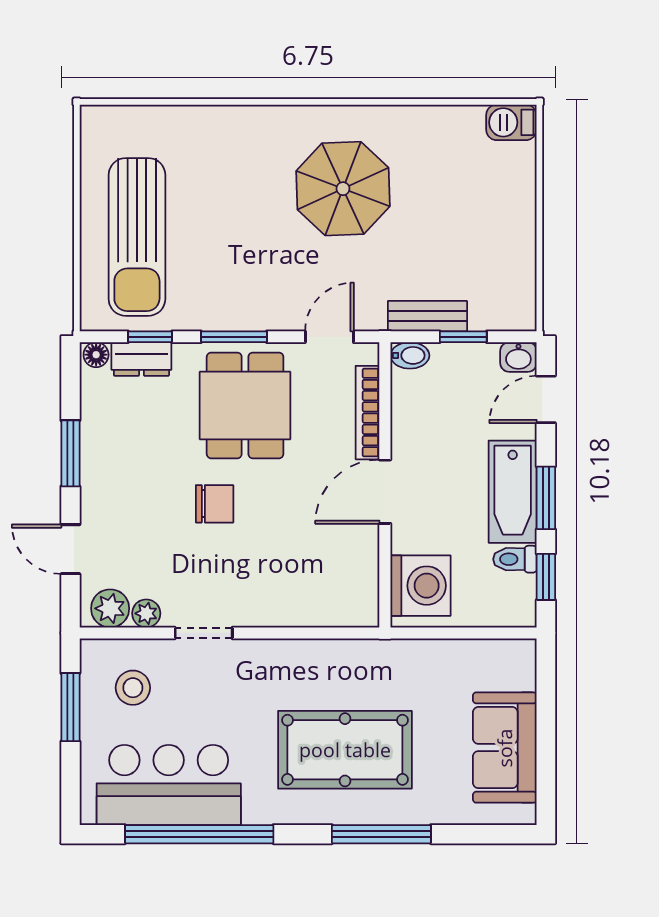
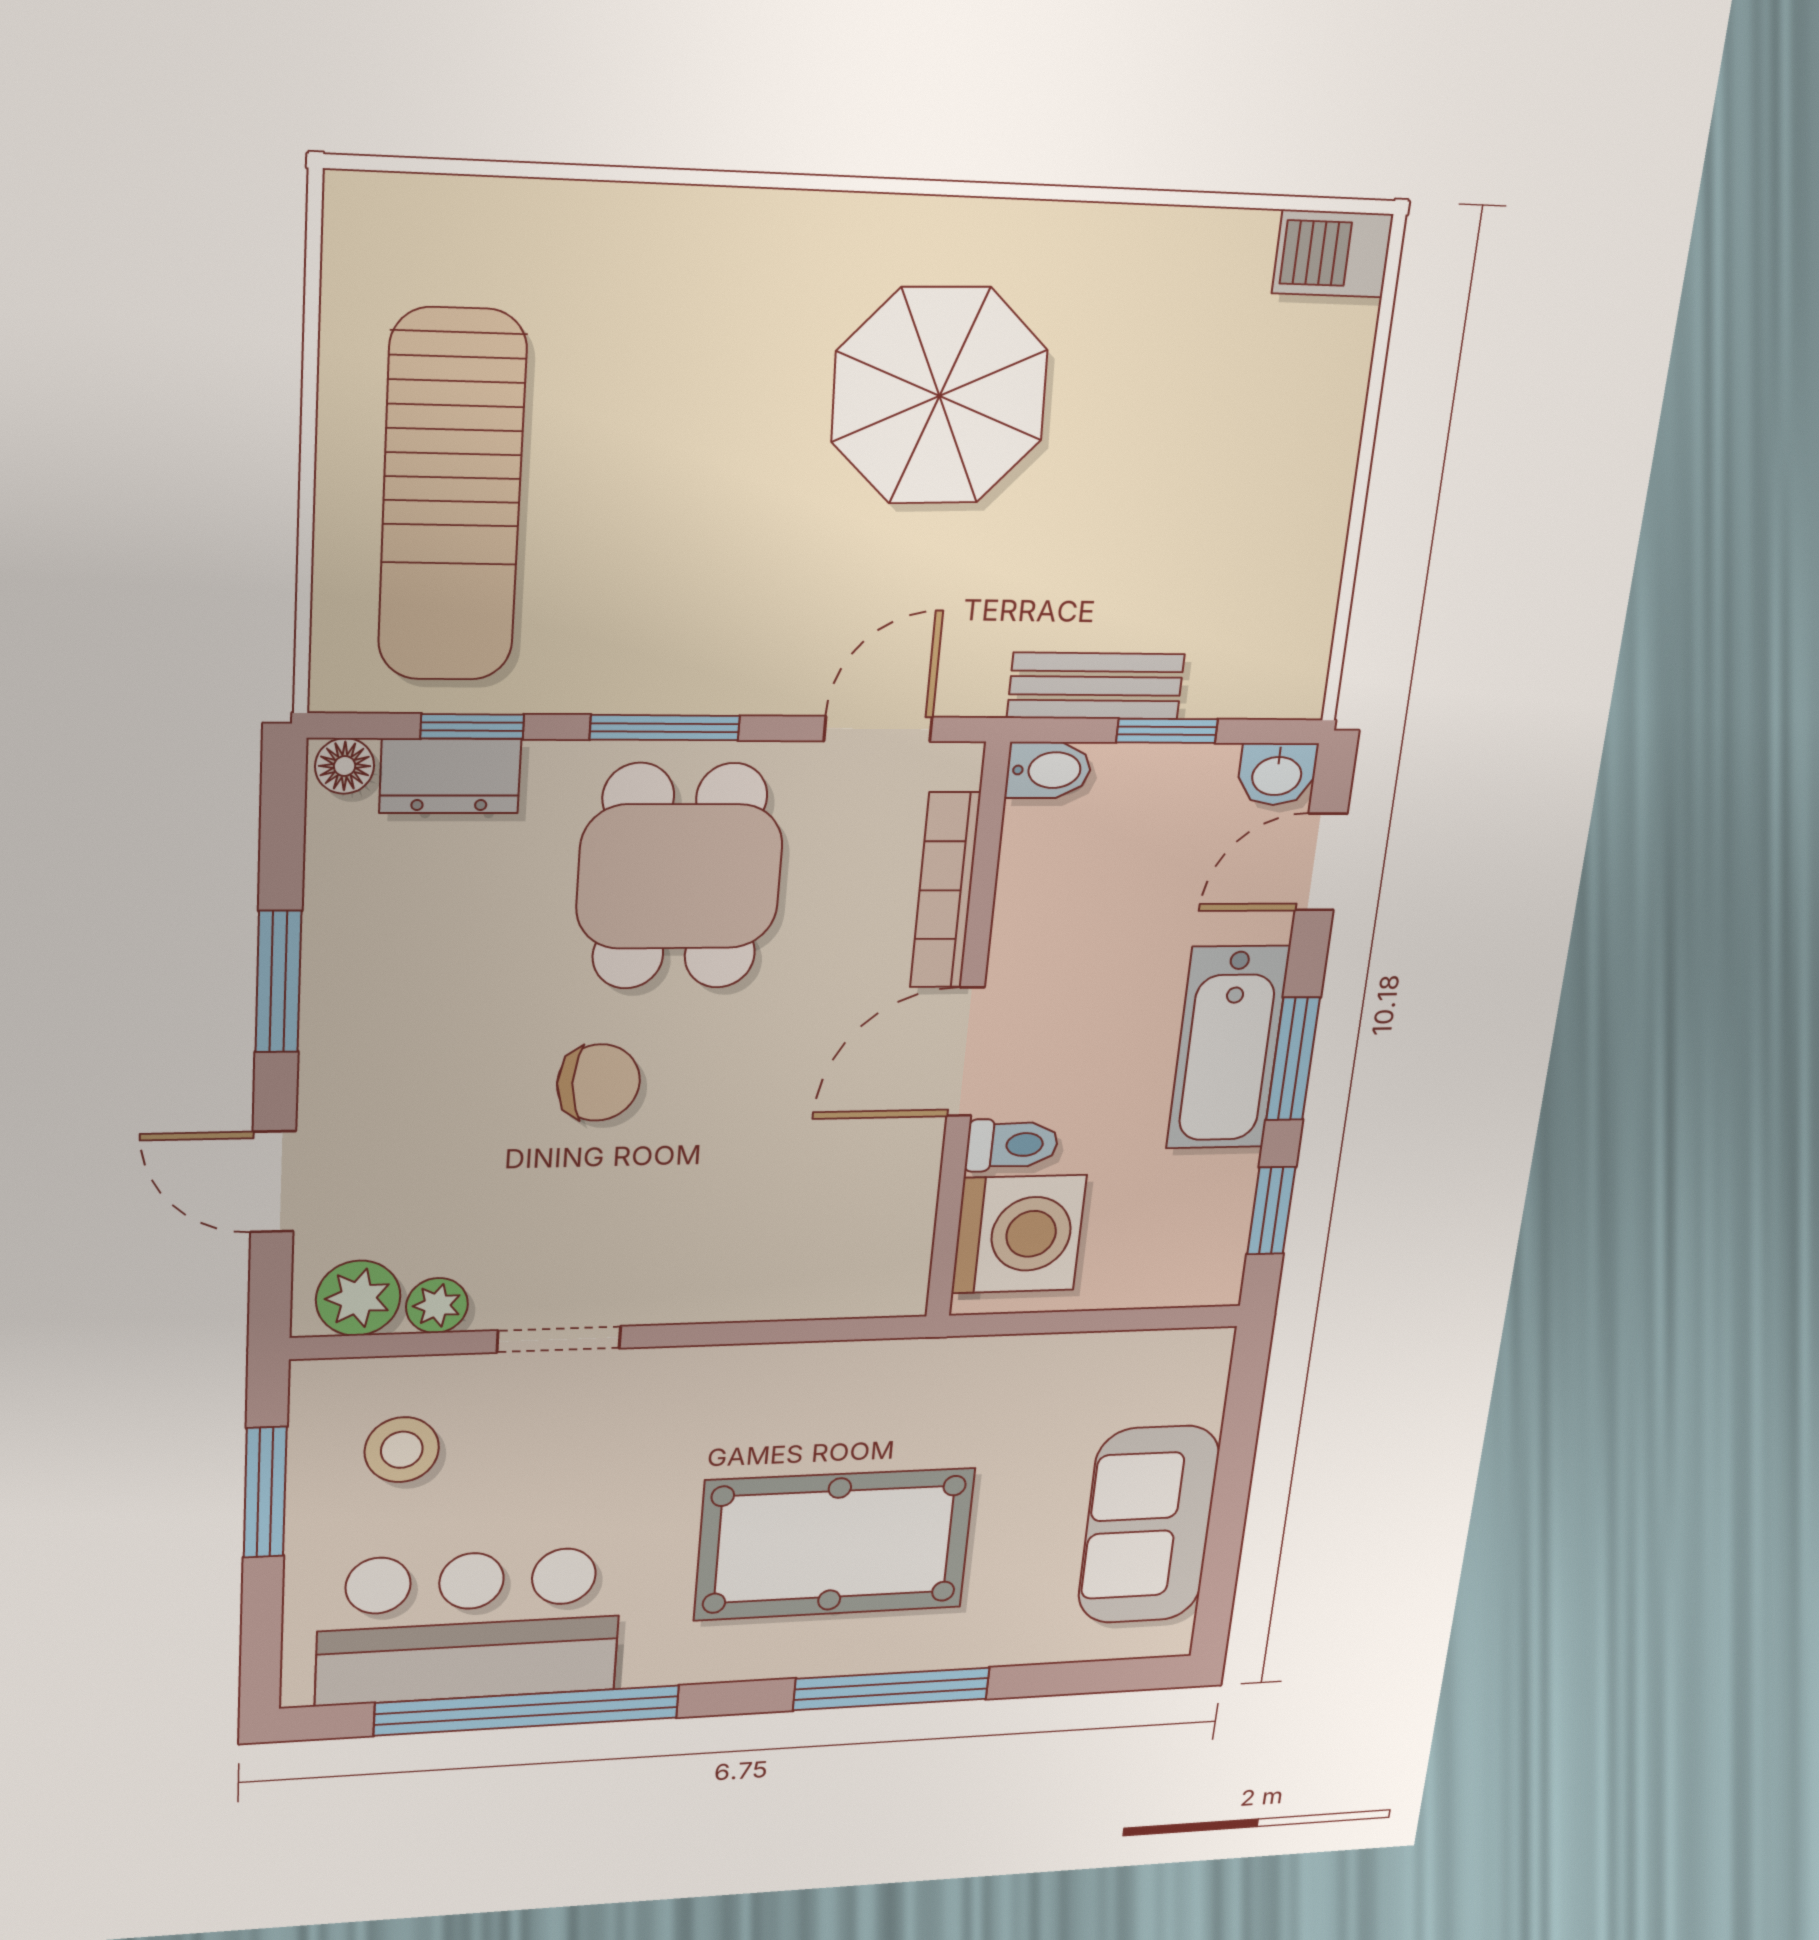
toilet: (515, 559) -> (1012, 1145), moved, turned 180

